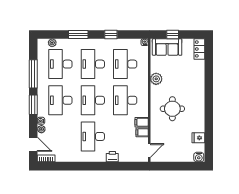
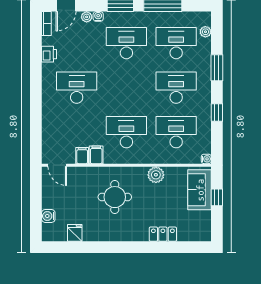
locker: (199, 49) -> (163, 234), moved
desk: (93, 100) -> (126, 88), removed
printer: (112, 157) -> (49, 54), moved
water cooler: (199, 157) -> (48, 216), moved

